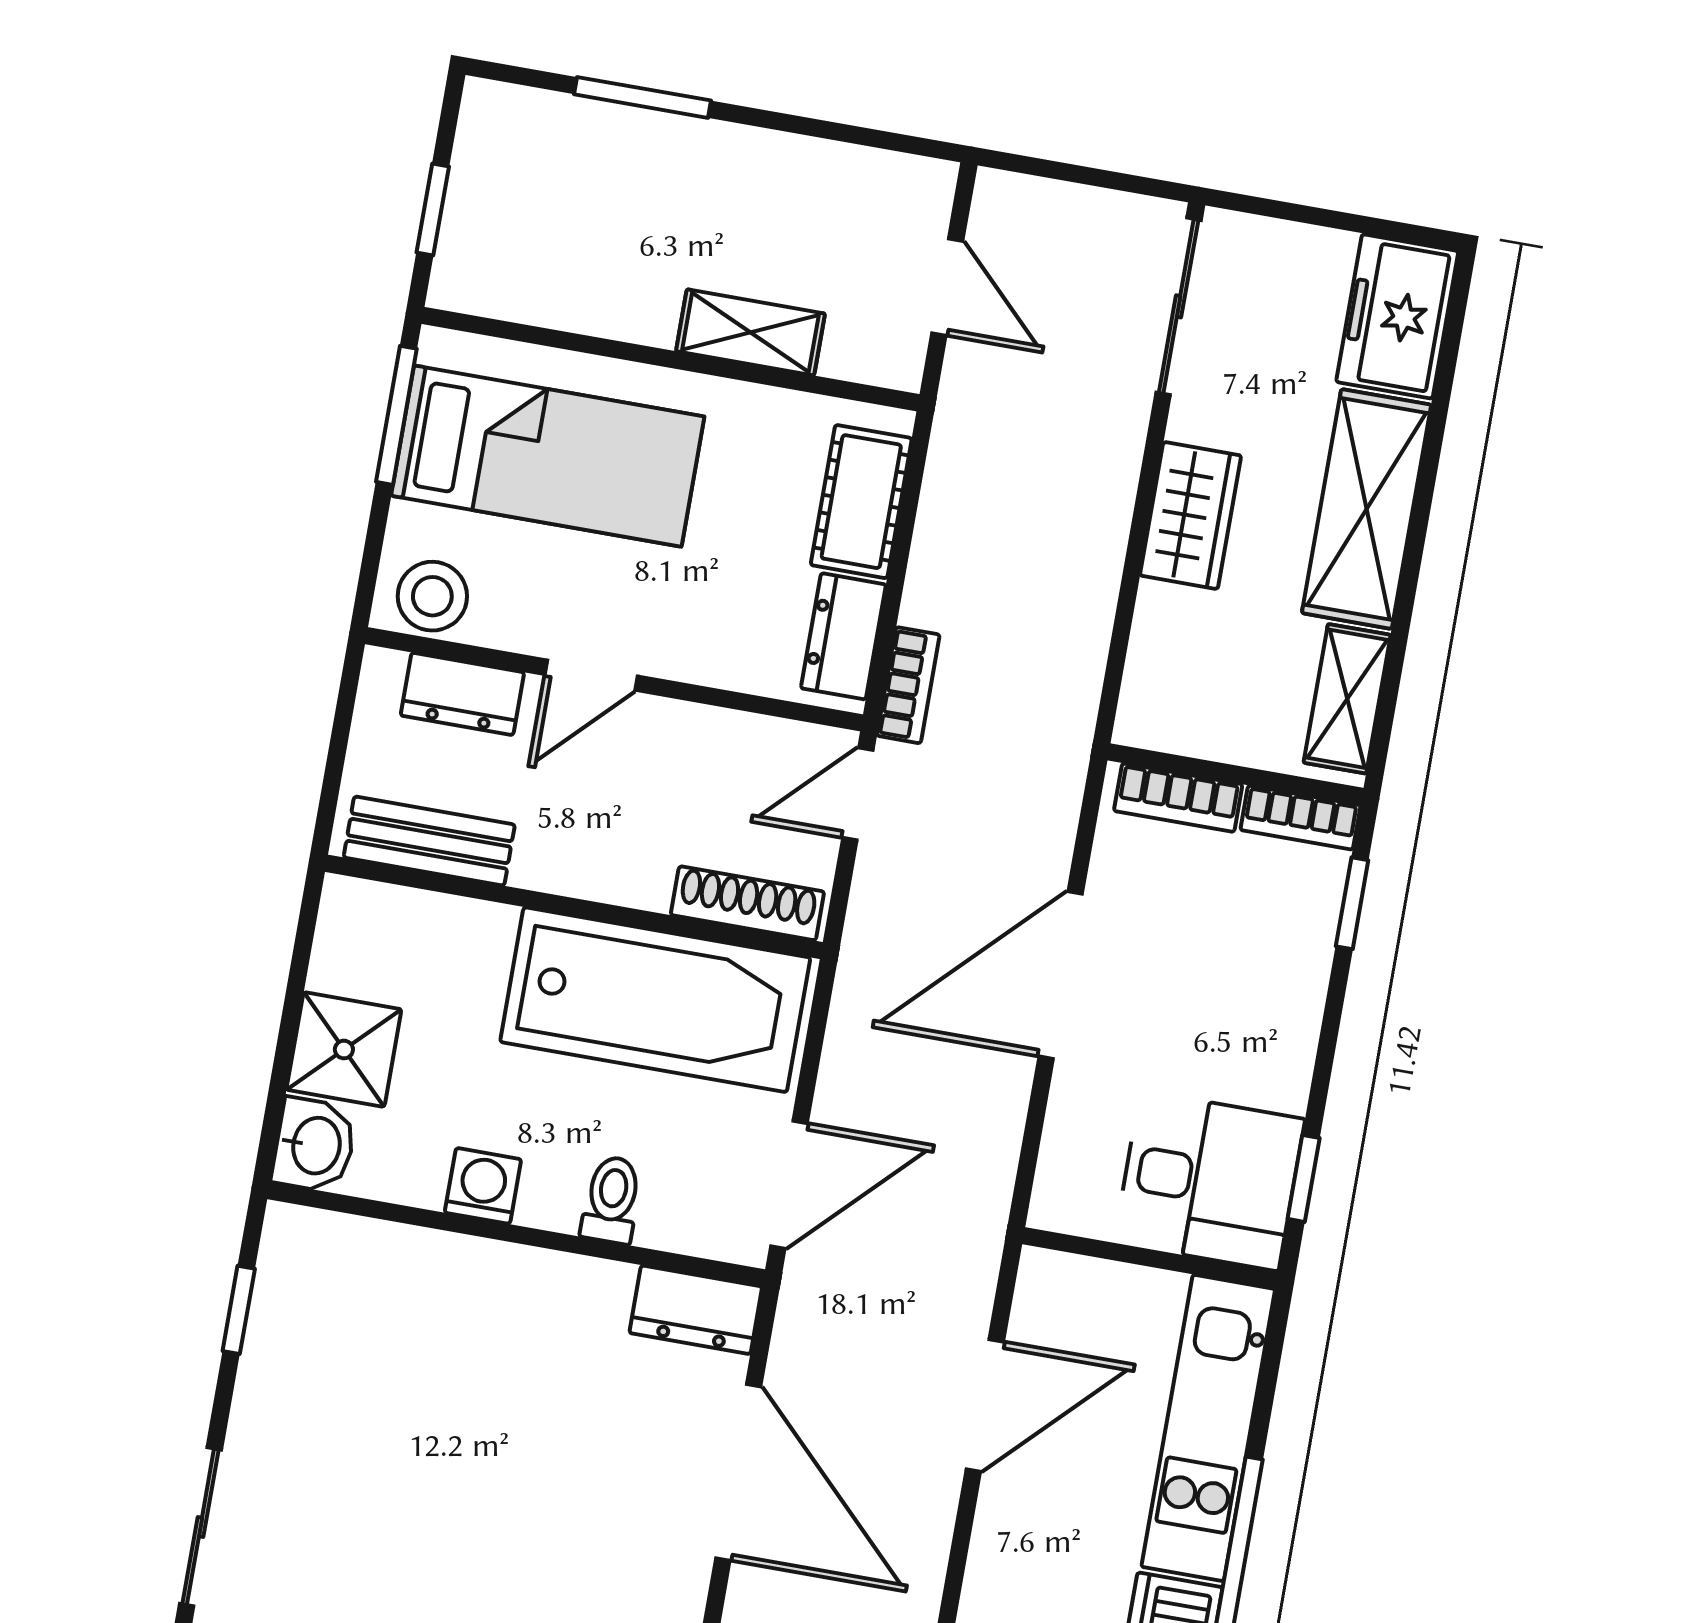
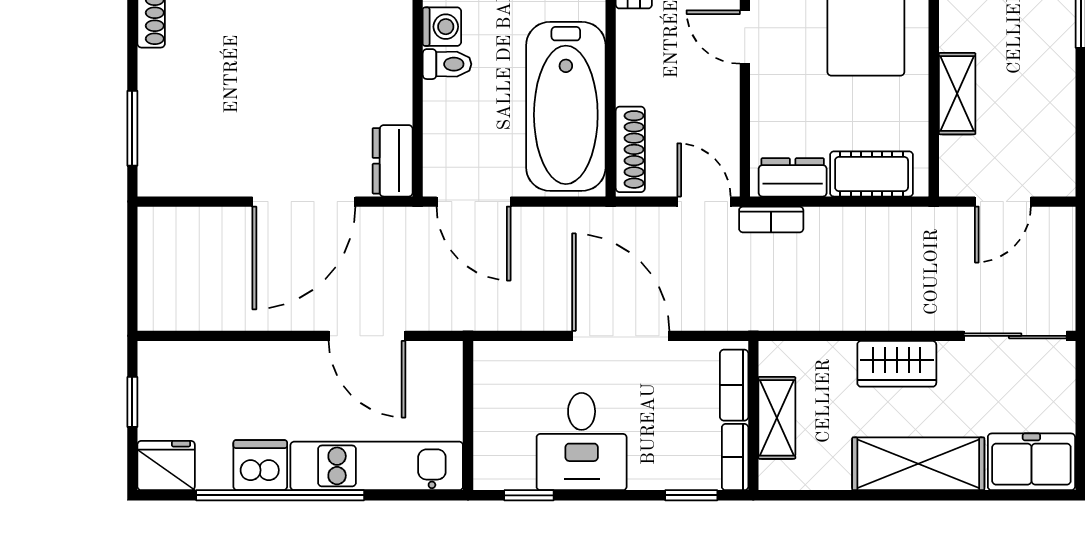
shelving: (1347, 699) -> (777, 418), moved, turned 90
desk: (1209, 1181) -> (582, 442), moved
toilet: (612, 1200) -> (447, 64), moved

